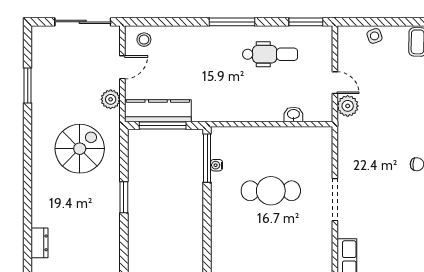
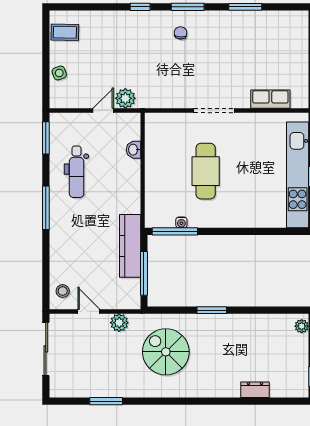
dental chair: (270, 54) -> (77, 172), turned 180
kitchen counter: (158, 111) -> (130, 246), moved

